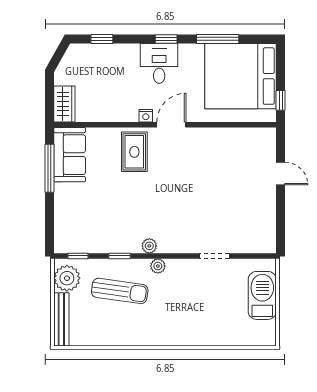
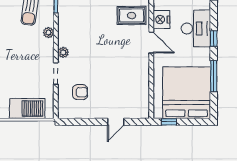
desk: (159, 63) -> (196, 28), width x1.37
nightstand: (146, 116) -> (161, 20), width x1.89, depth x1.79
armchair: (240, 223) -> (80, 92), added
plant: (149, 246) -> (63, 52), moved

